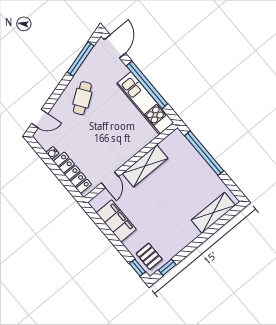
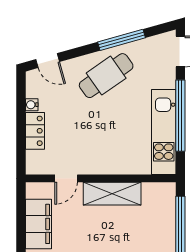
window: (81, 59) -> (121, 40), moved
cafe table: (82, 98) -> (106, 76), width x1.37, depth x1.35
locker: (72, 173) -> (35, 131), width x0.66

